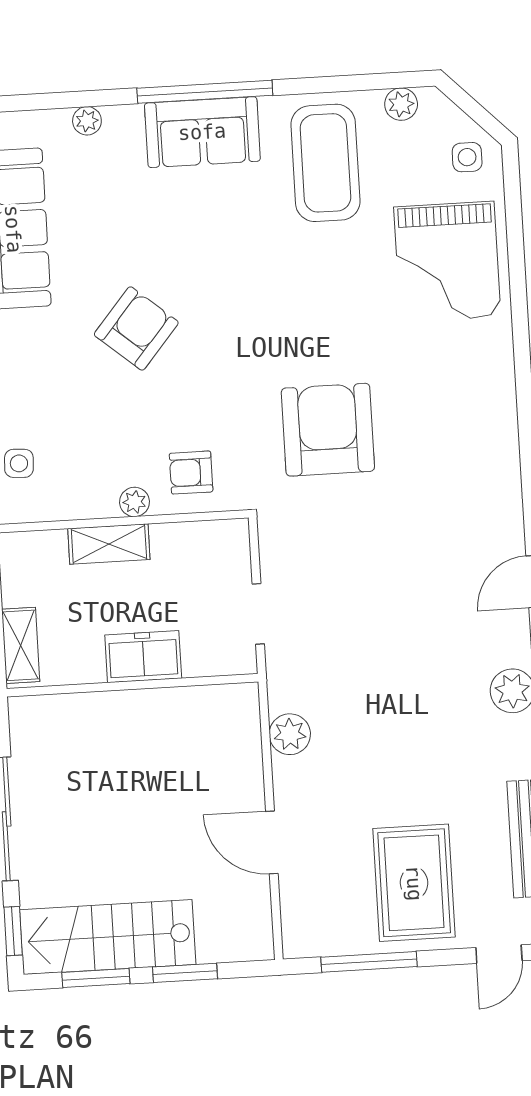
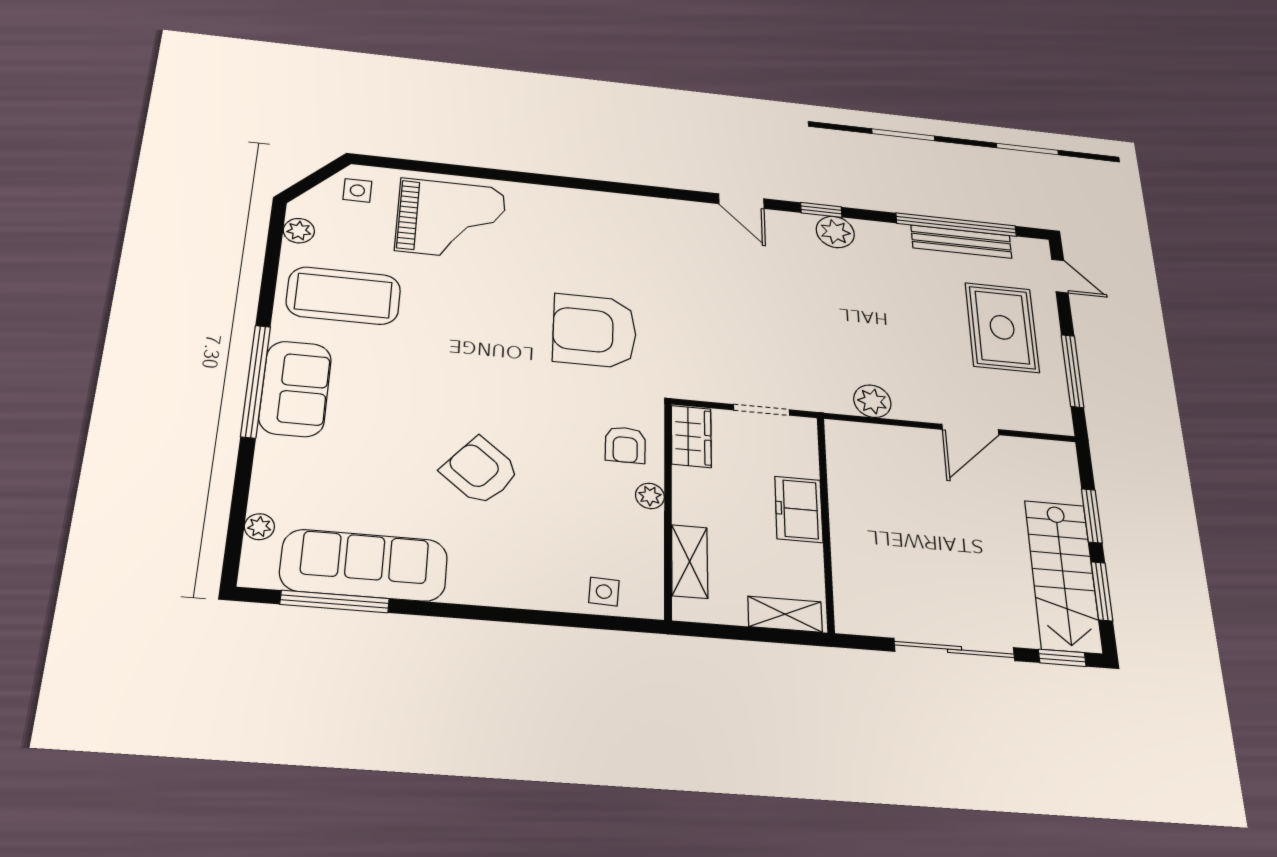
plant: (87, 121) -> (259, 527), moved
wardrobe: (213, 541) -> (691, 436), added
shelving: (109, 544) -> (690, 561), moved
rug: (414, 883) -> (1002, 327), turned 90

